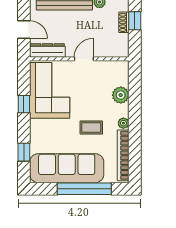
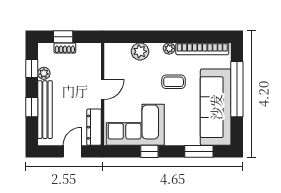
door: (84, 59) -> (103, 89), swing flipped
coffee table: (91, 127) -> (174, 82), turned 90
window: (24, 152) -> (199, 151), width x1.50

